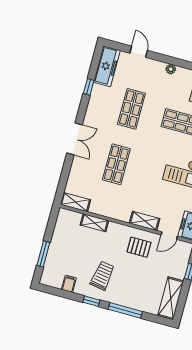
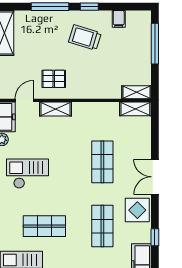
display table: (98, 114) -> (137, 210), added
shelving: (94, 223) -> (137, 92), moved
window: (43, 254) -> (155, 44), width x1.44
trolley: (102, 276) -> (85, 37), turned 98

